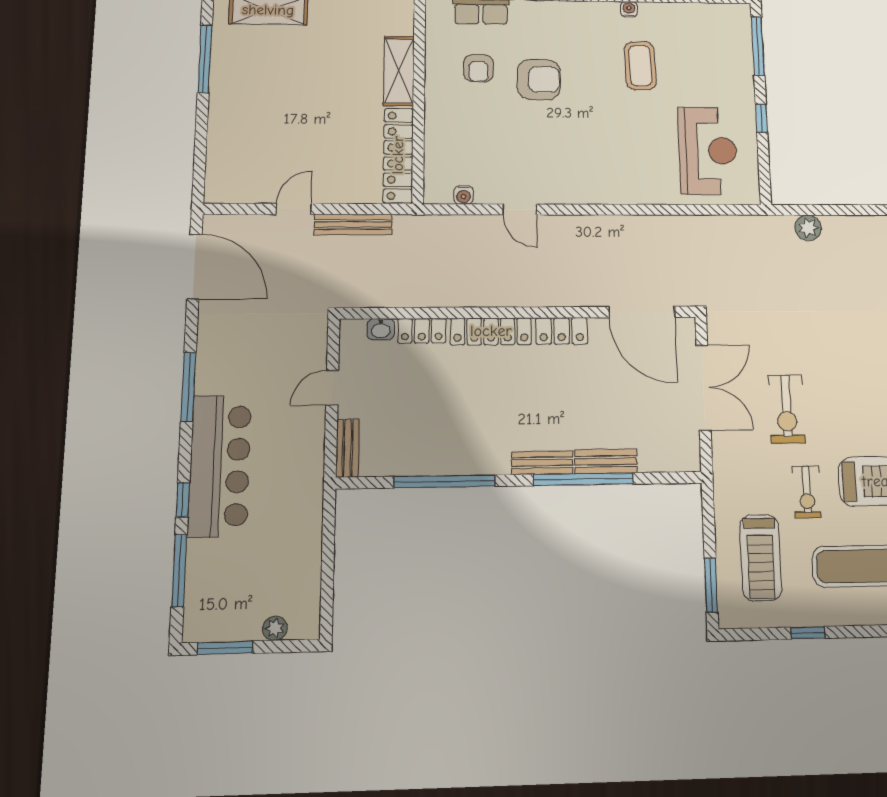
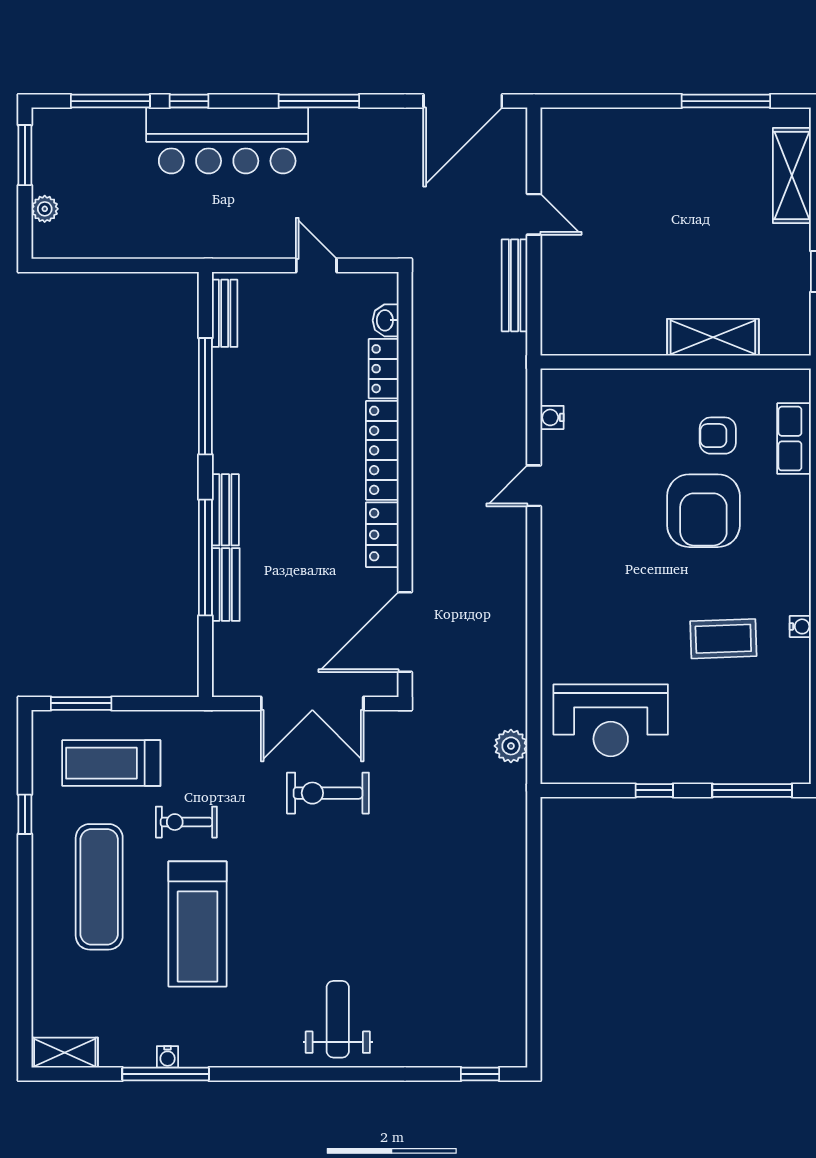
armchair: (539, 79) -> (703, 511), width x1.36, depth x1.36
locker: (398, 155) -> (602, 338), removed
plant: (808, 228) -> (511, 746), moved
exercise bike: (787, 409) -> (328, 793), moved
bench: (347, 448) -> (225, 313), moved, turned 90

